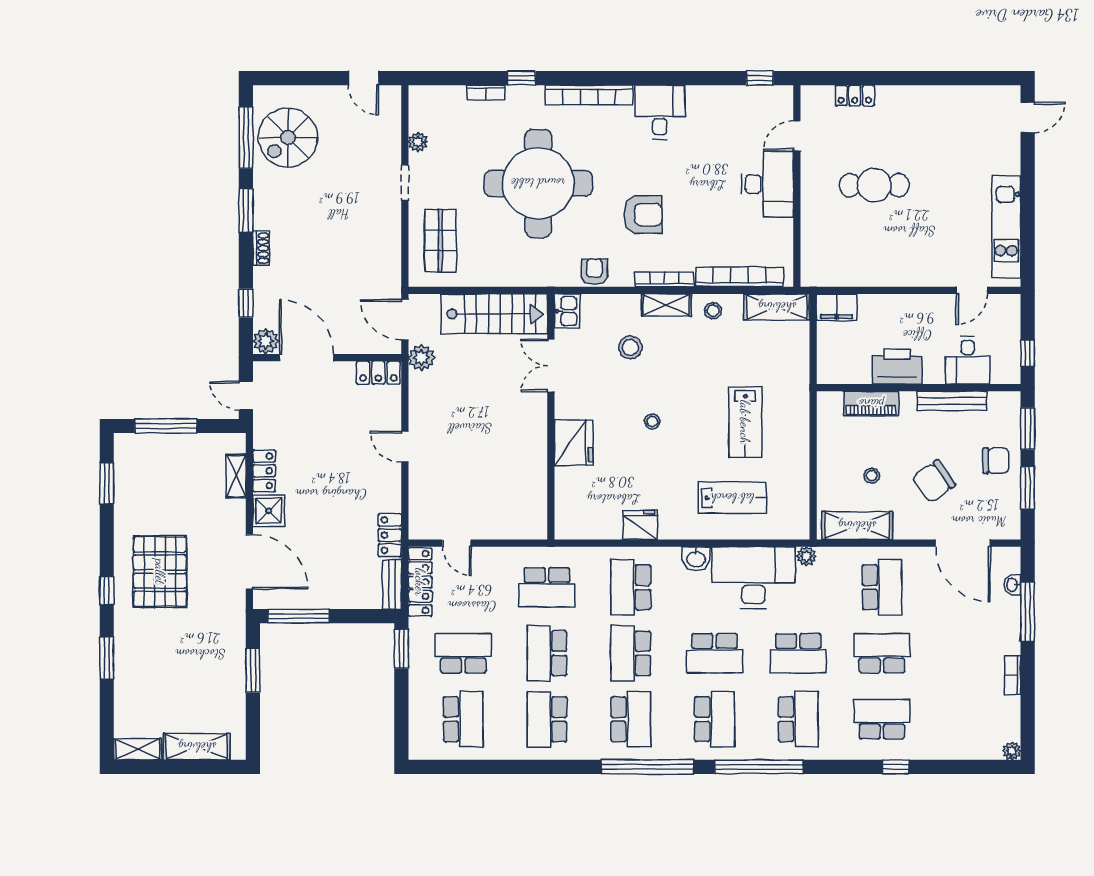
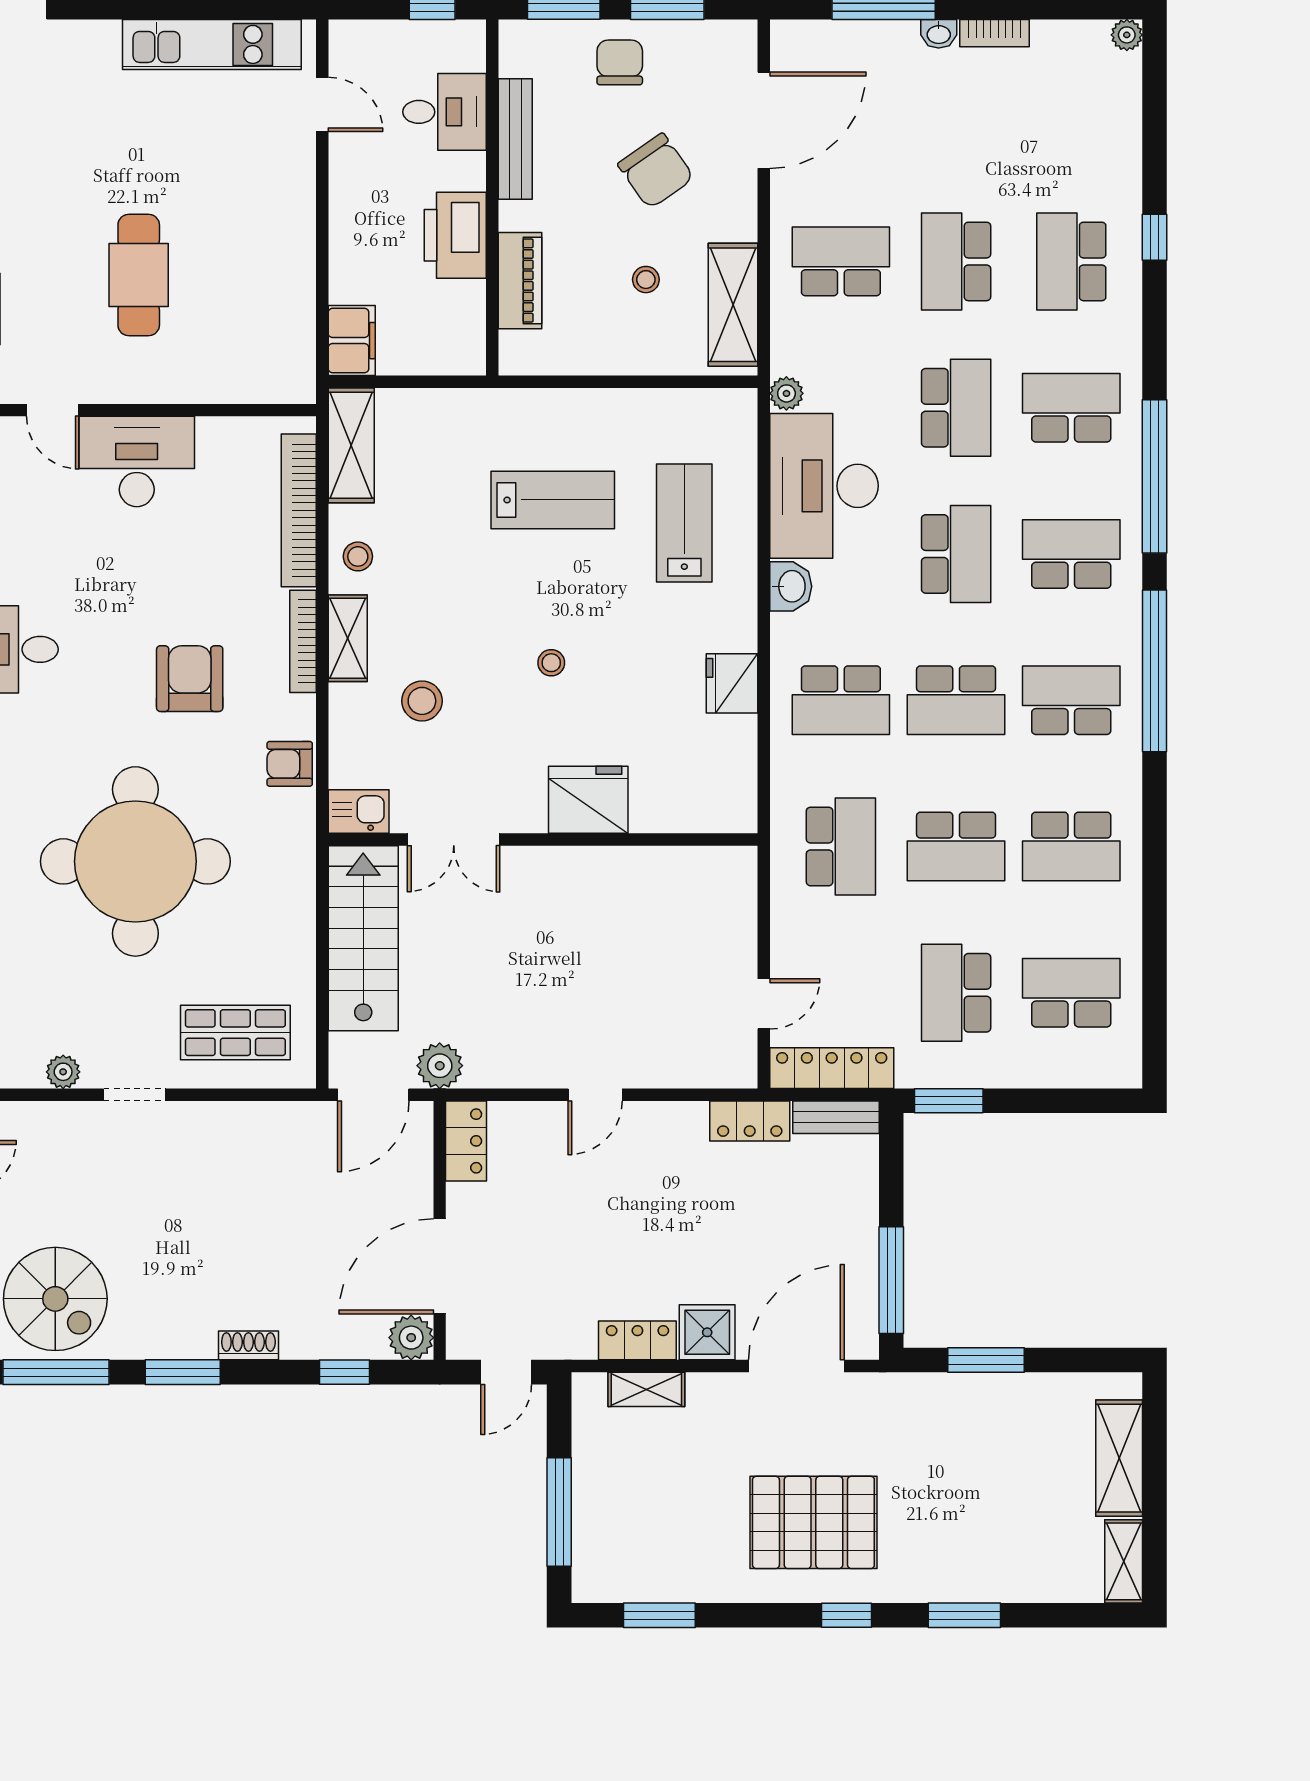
washbasin: (1012, 585) -> (939, 34), moved

